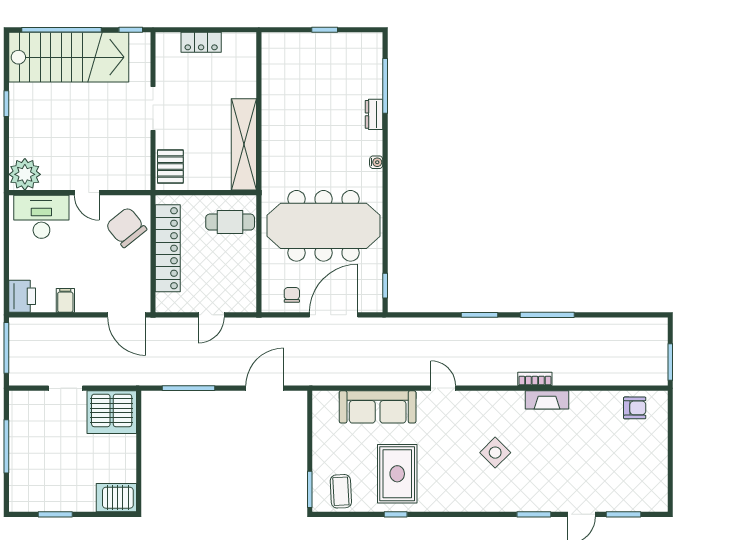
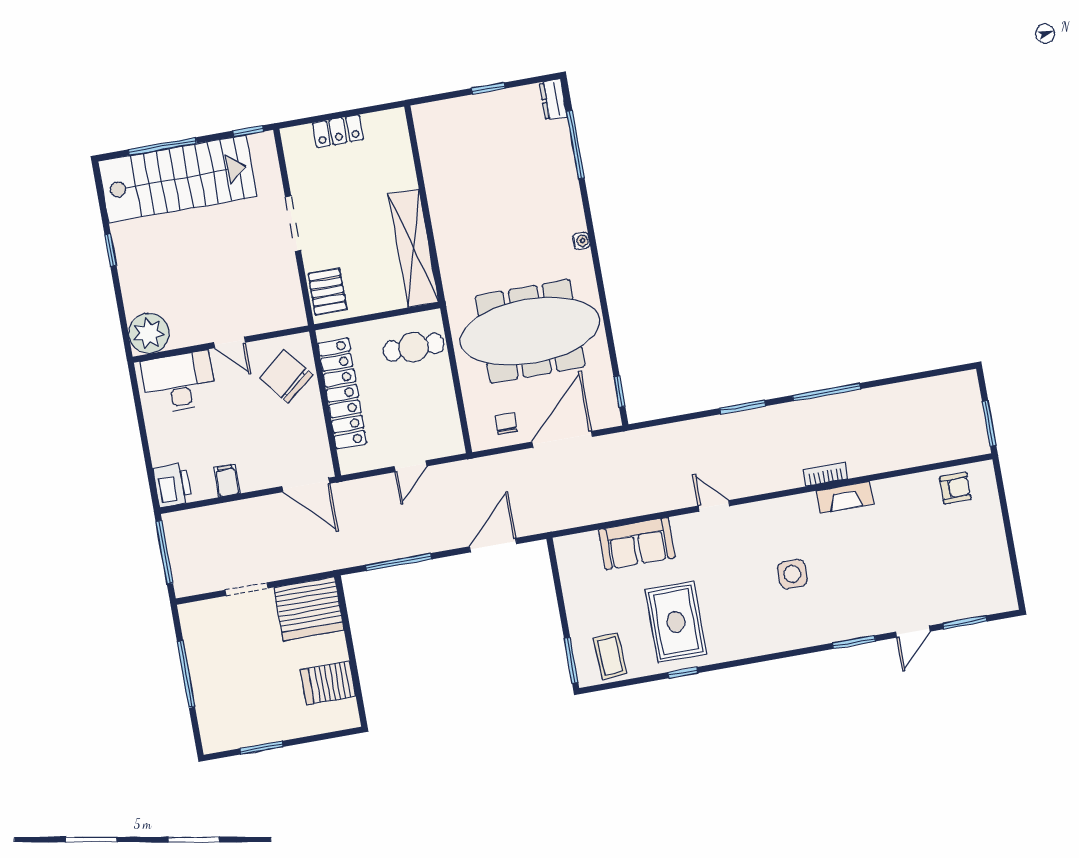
window: (61, 30) -> (162, 146), width x0.68
dresser: (374, 114) -> (553, 99), moved
sofa: (378, 407) -> (637, 543), width x0.73
side table: (495, 453) -> (792, 574), turned 45
server rack: (116, 498) -> (328, 683), moved

